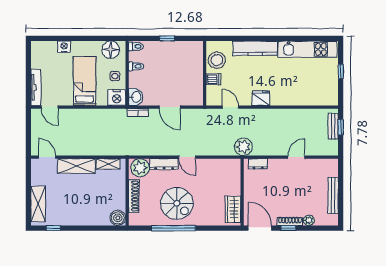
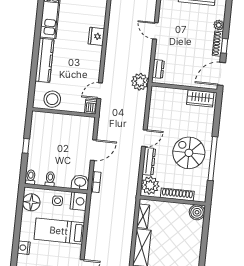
dishwasher: (213, 79) -> (91, 106), moved
fridge: (261, 98) -> (96, 36), moved
spiral stairs: (177, 203) -> (189, 153), turned -90

